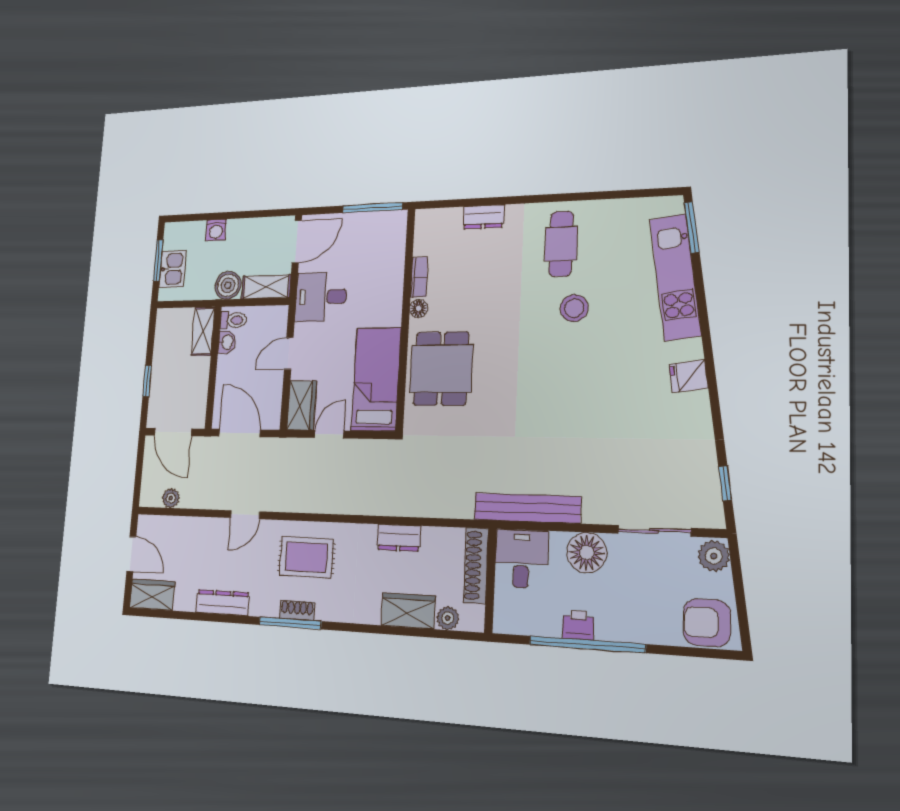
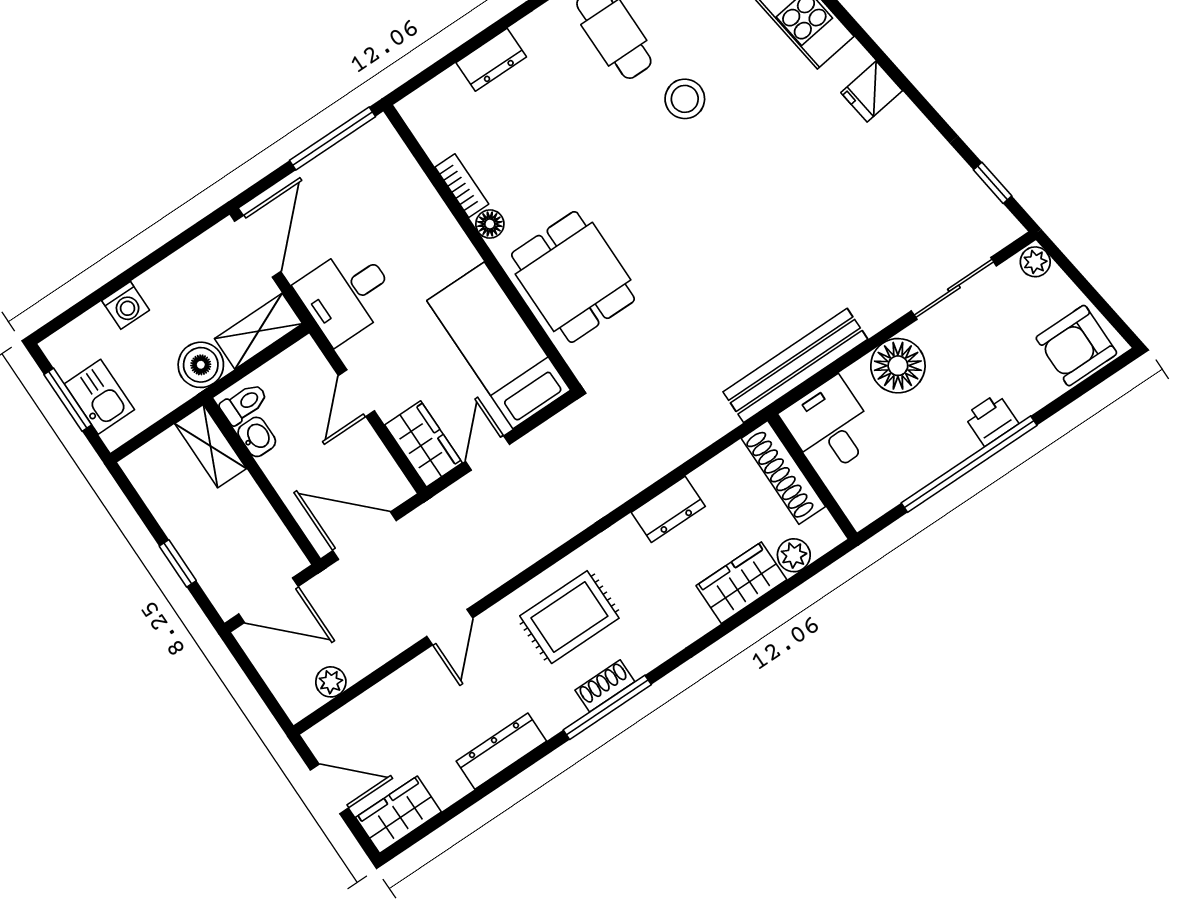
plant: (714, 556) -> (1035, 262), width x0.73, depth x0.73
printer: (578, 625) -> (991, 420), moved

